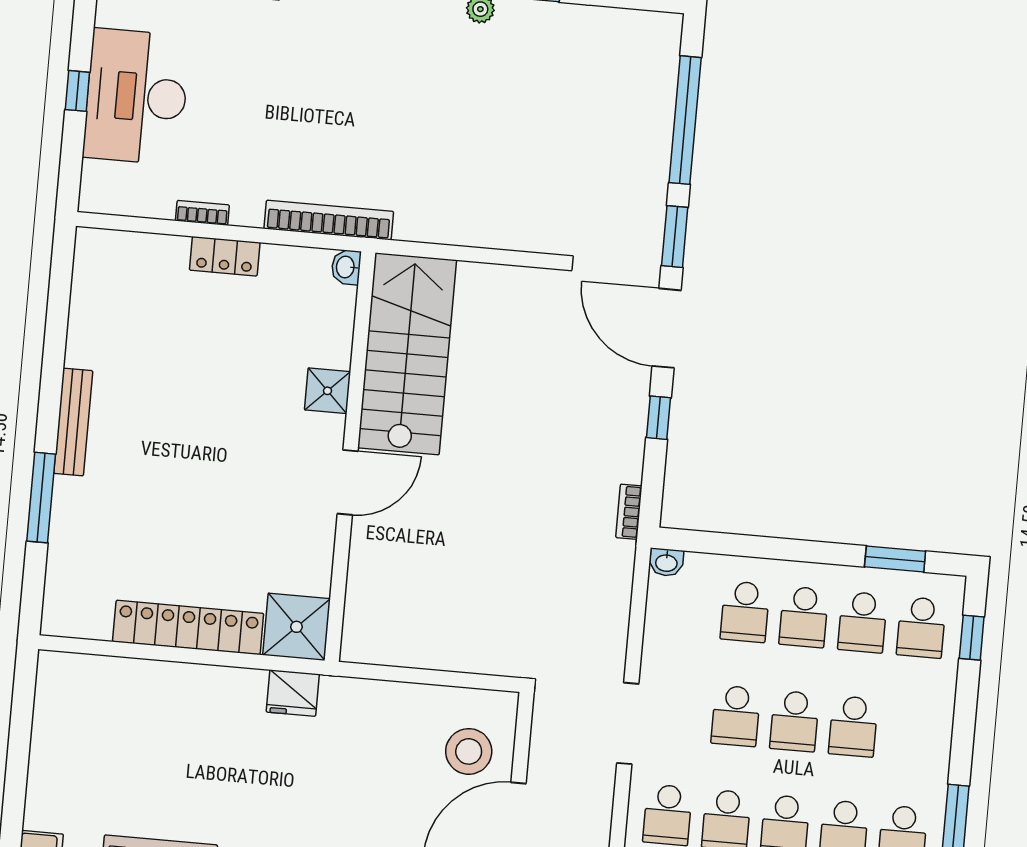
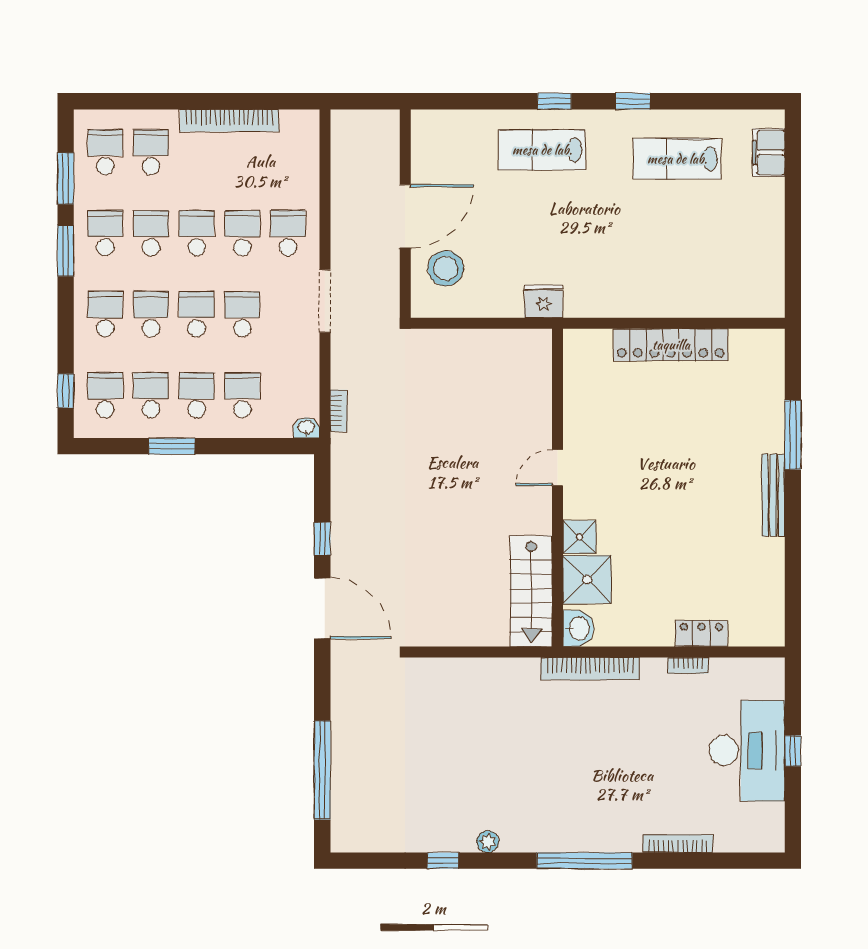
window: (675, 237) -> (322, 680), removed
locker: (225, 256) -> (701, 633), moved
washbasin: (346, 267) -> (578, 628), width x1.38, depth x1.45
stairs: (407, 354) -> (531, 591), width x0.73, depth x0.66
door: (348, 482) -> (558, 468), width x0.73
bookcase: (629, 512) -> (339, 411), moved
window: (895, 559) -> (172, 446), moved
shower: (296, 627) -> (587, 580), moved
fridge: (293, 693) -> (544, 301), moved
school desk: (912, 732) -> (105, 314), added

